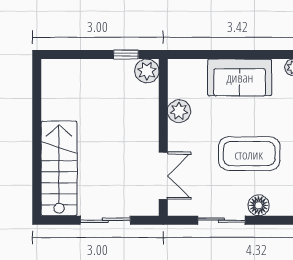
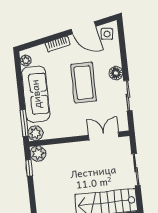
window: (197, 55) -> (24, 123), added
sofa: (240, 77) -> (36, 94), width x1.36
plant: (179, 111) -> (35, 133), moved

